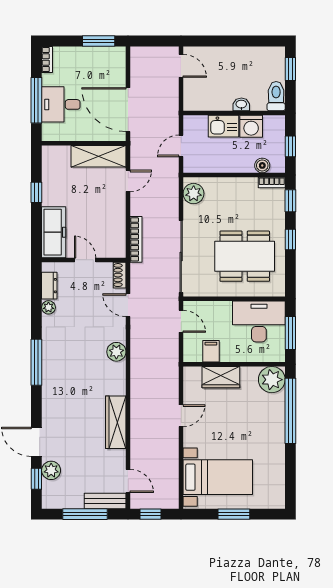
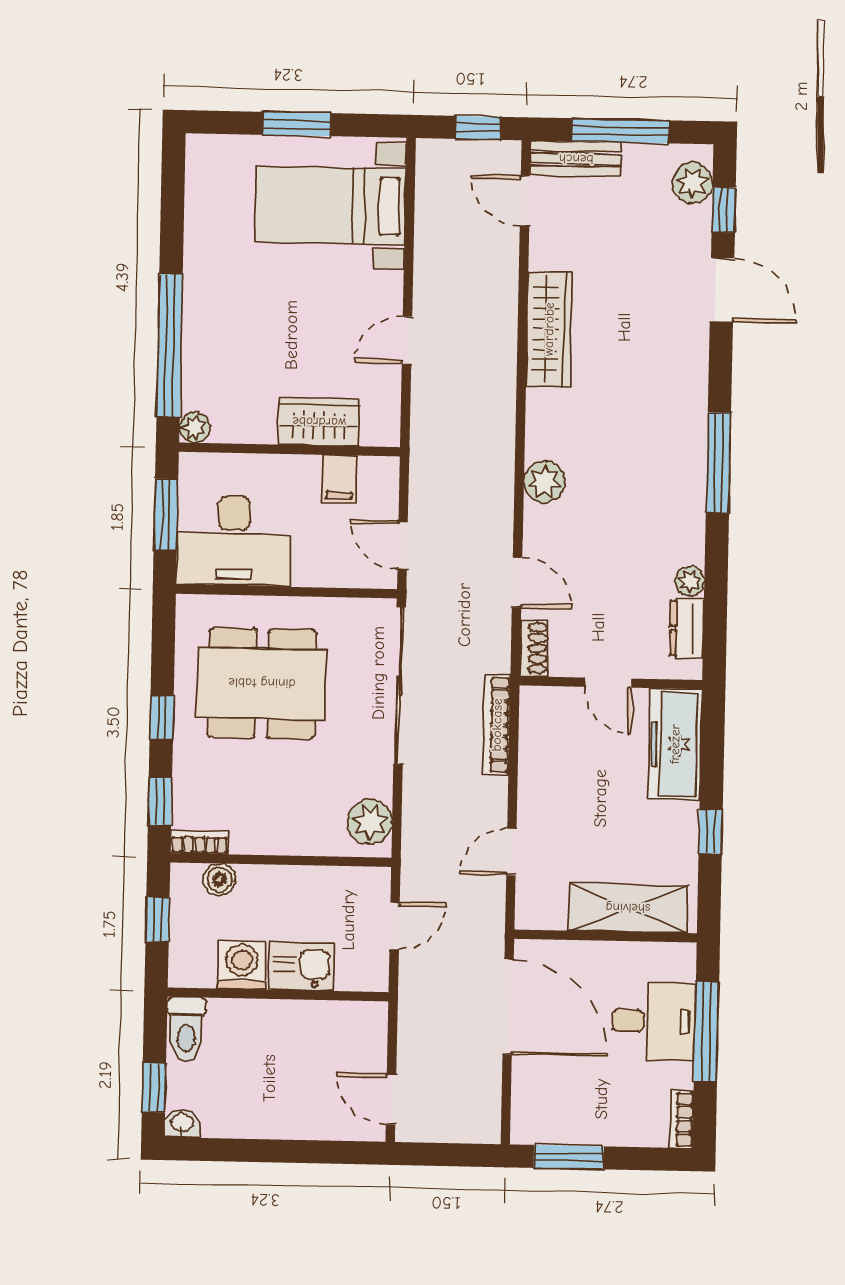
washbasin: (241, 104) -> (182, 1123), moved, turned 180
shelving: (99, 156) -> (628, 908), moved
plant: (272, 380) -> (195, 428), width x0.53, depth x0.53
plant: (51, 470) -> (692, 183), moved

